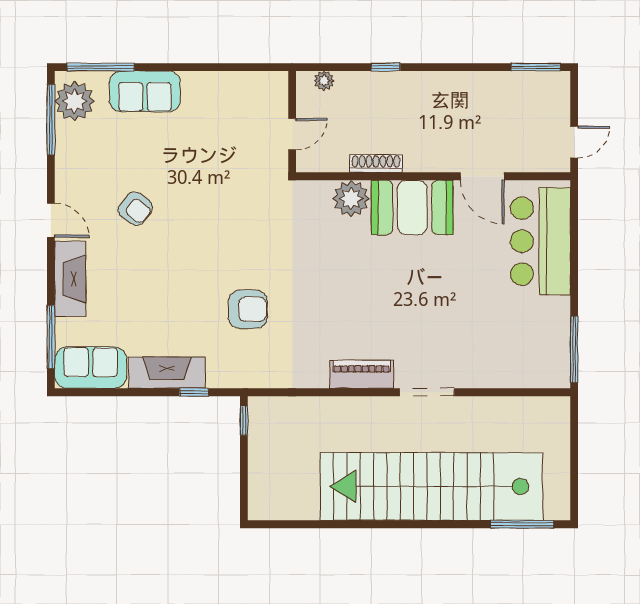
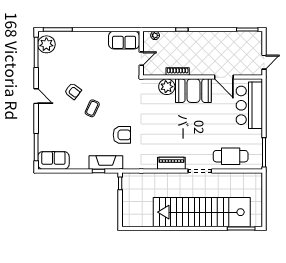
sofa: (145, 91) -> (124, 40), moved
coffee table: (180, 248) -> (92, 108), added
fireplace: (70, 279) -> (45, 122), removed
cafe table: (497, 358) -> (231, 156), added
fireplace: (167, 373) -> (106, 163), moved

